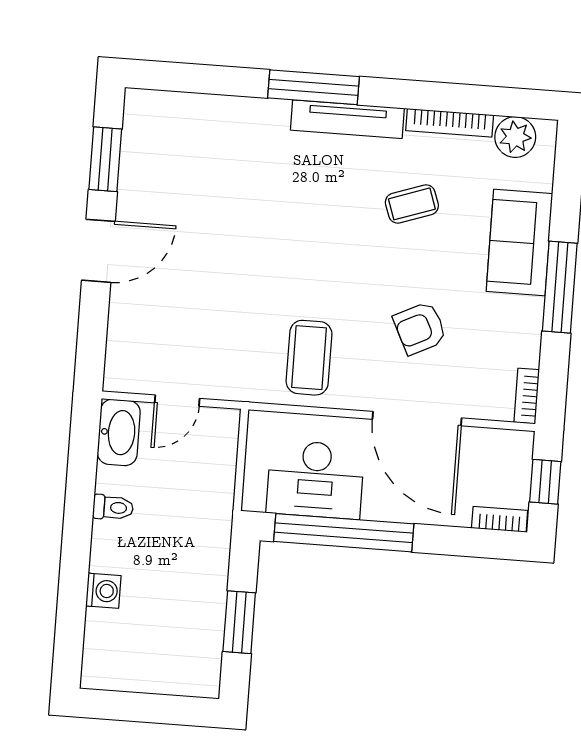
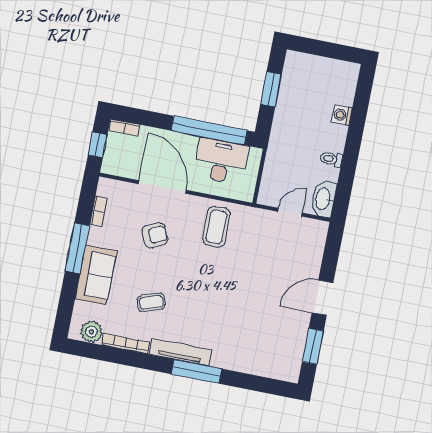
bookcase: (527, 396) -> (98, 211), moved

